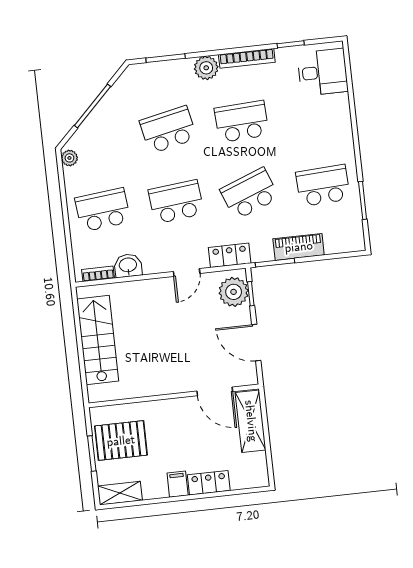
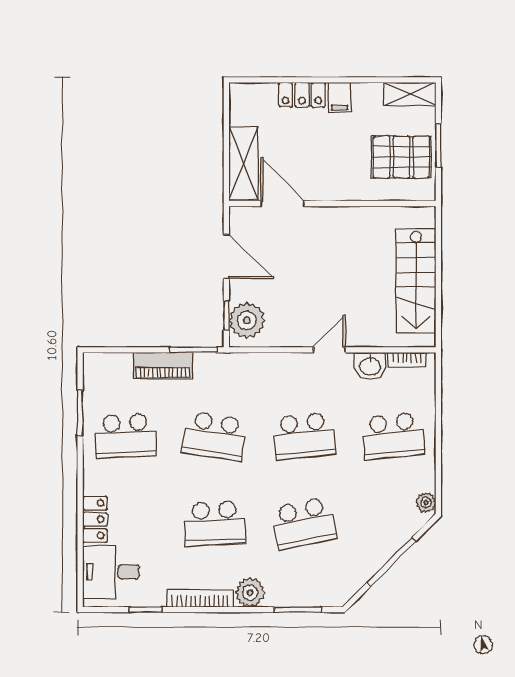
school desk: (250, 194) -> (215, 436), turned 30
locker: (230, 255) -> (95, 519), moved, turned -90
door: (187, 272) -> (329, 350), moved

